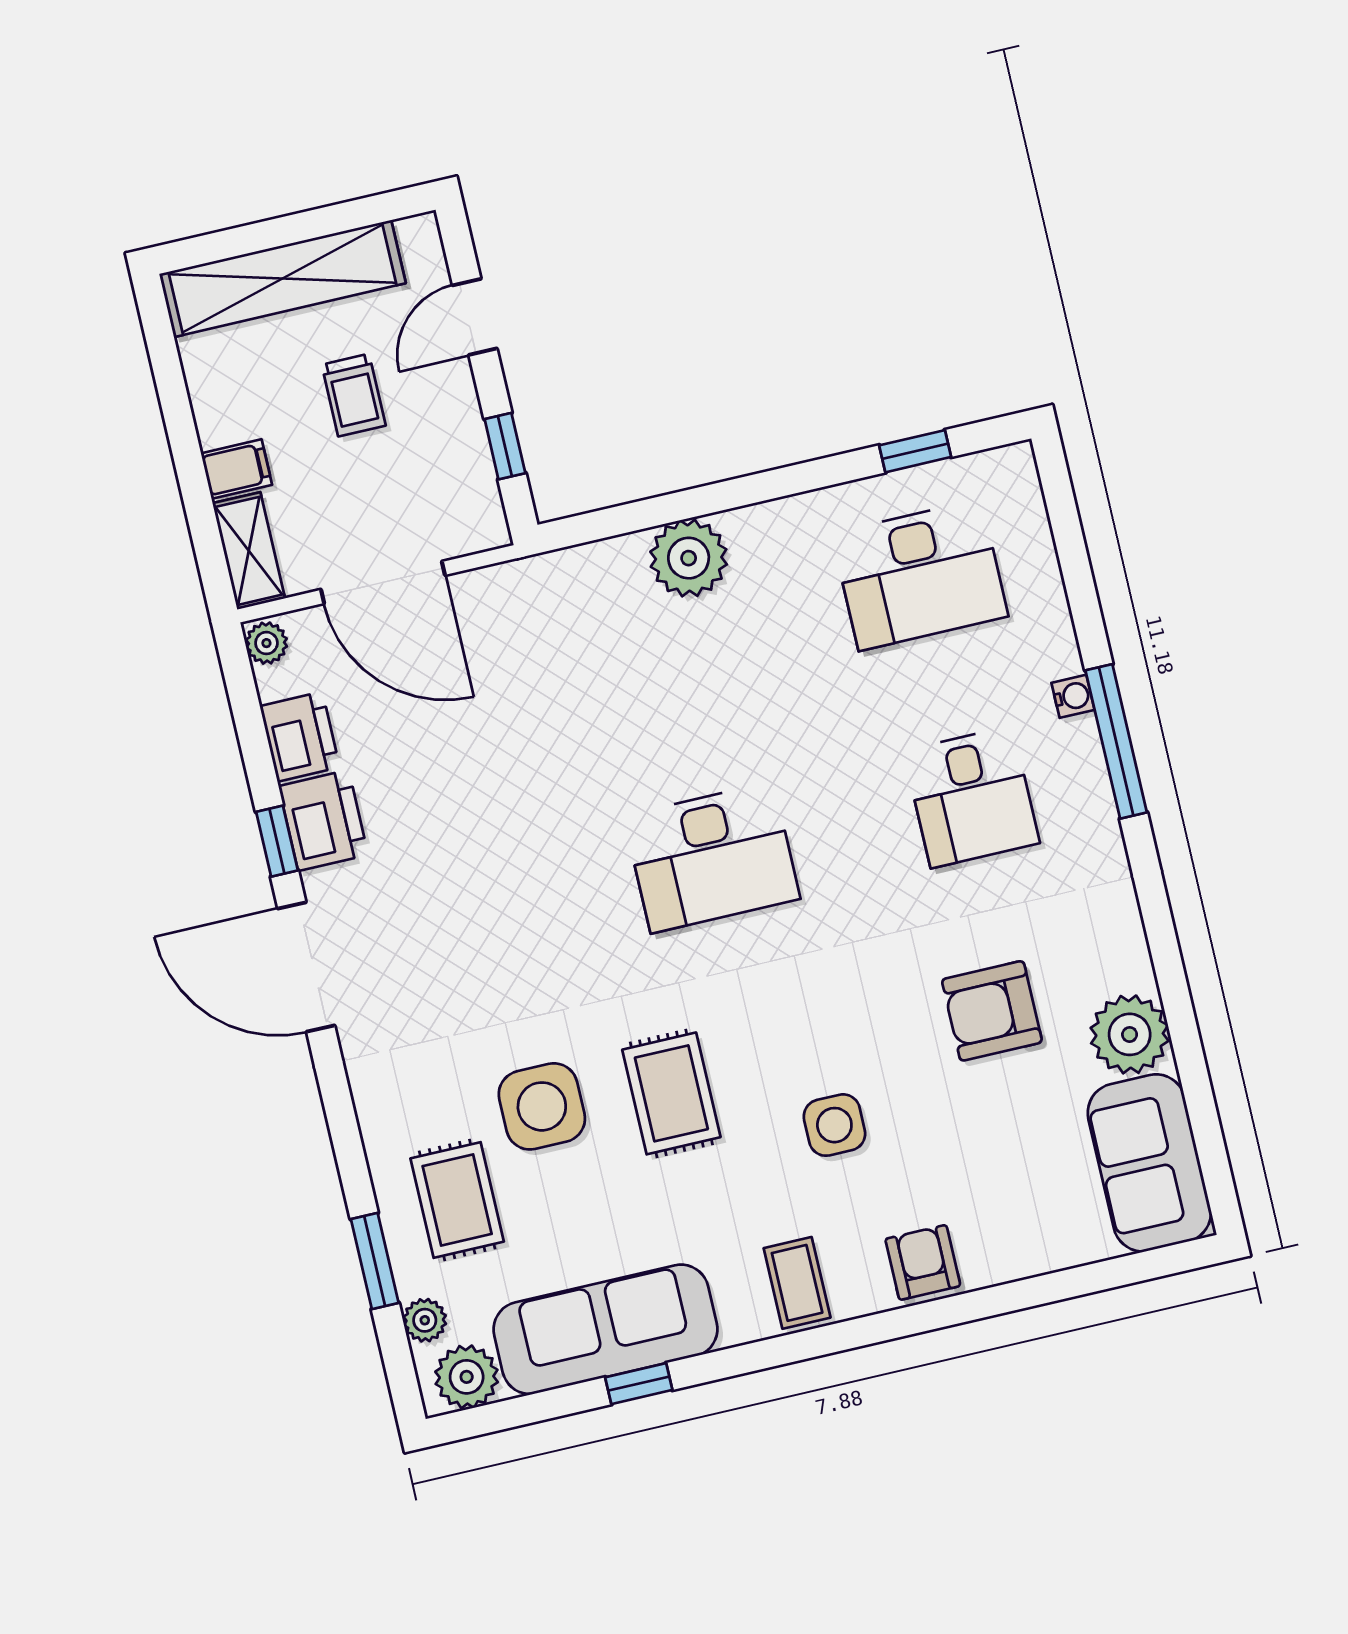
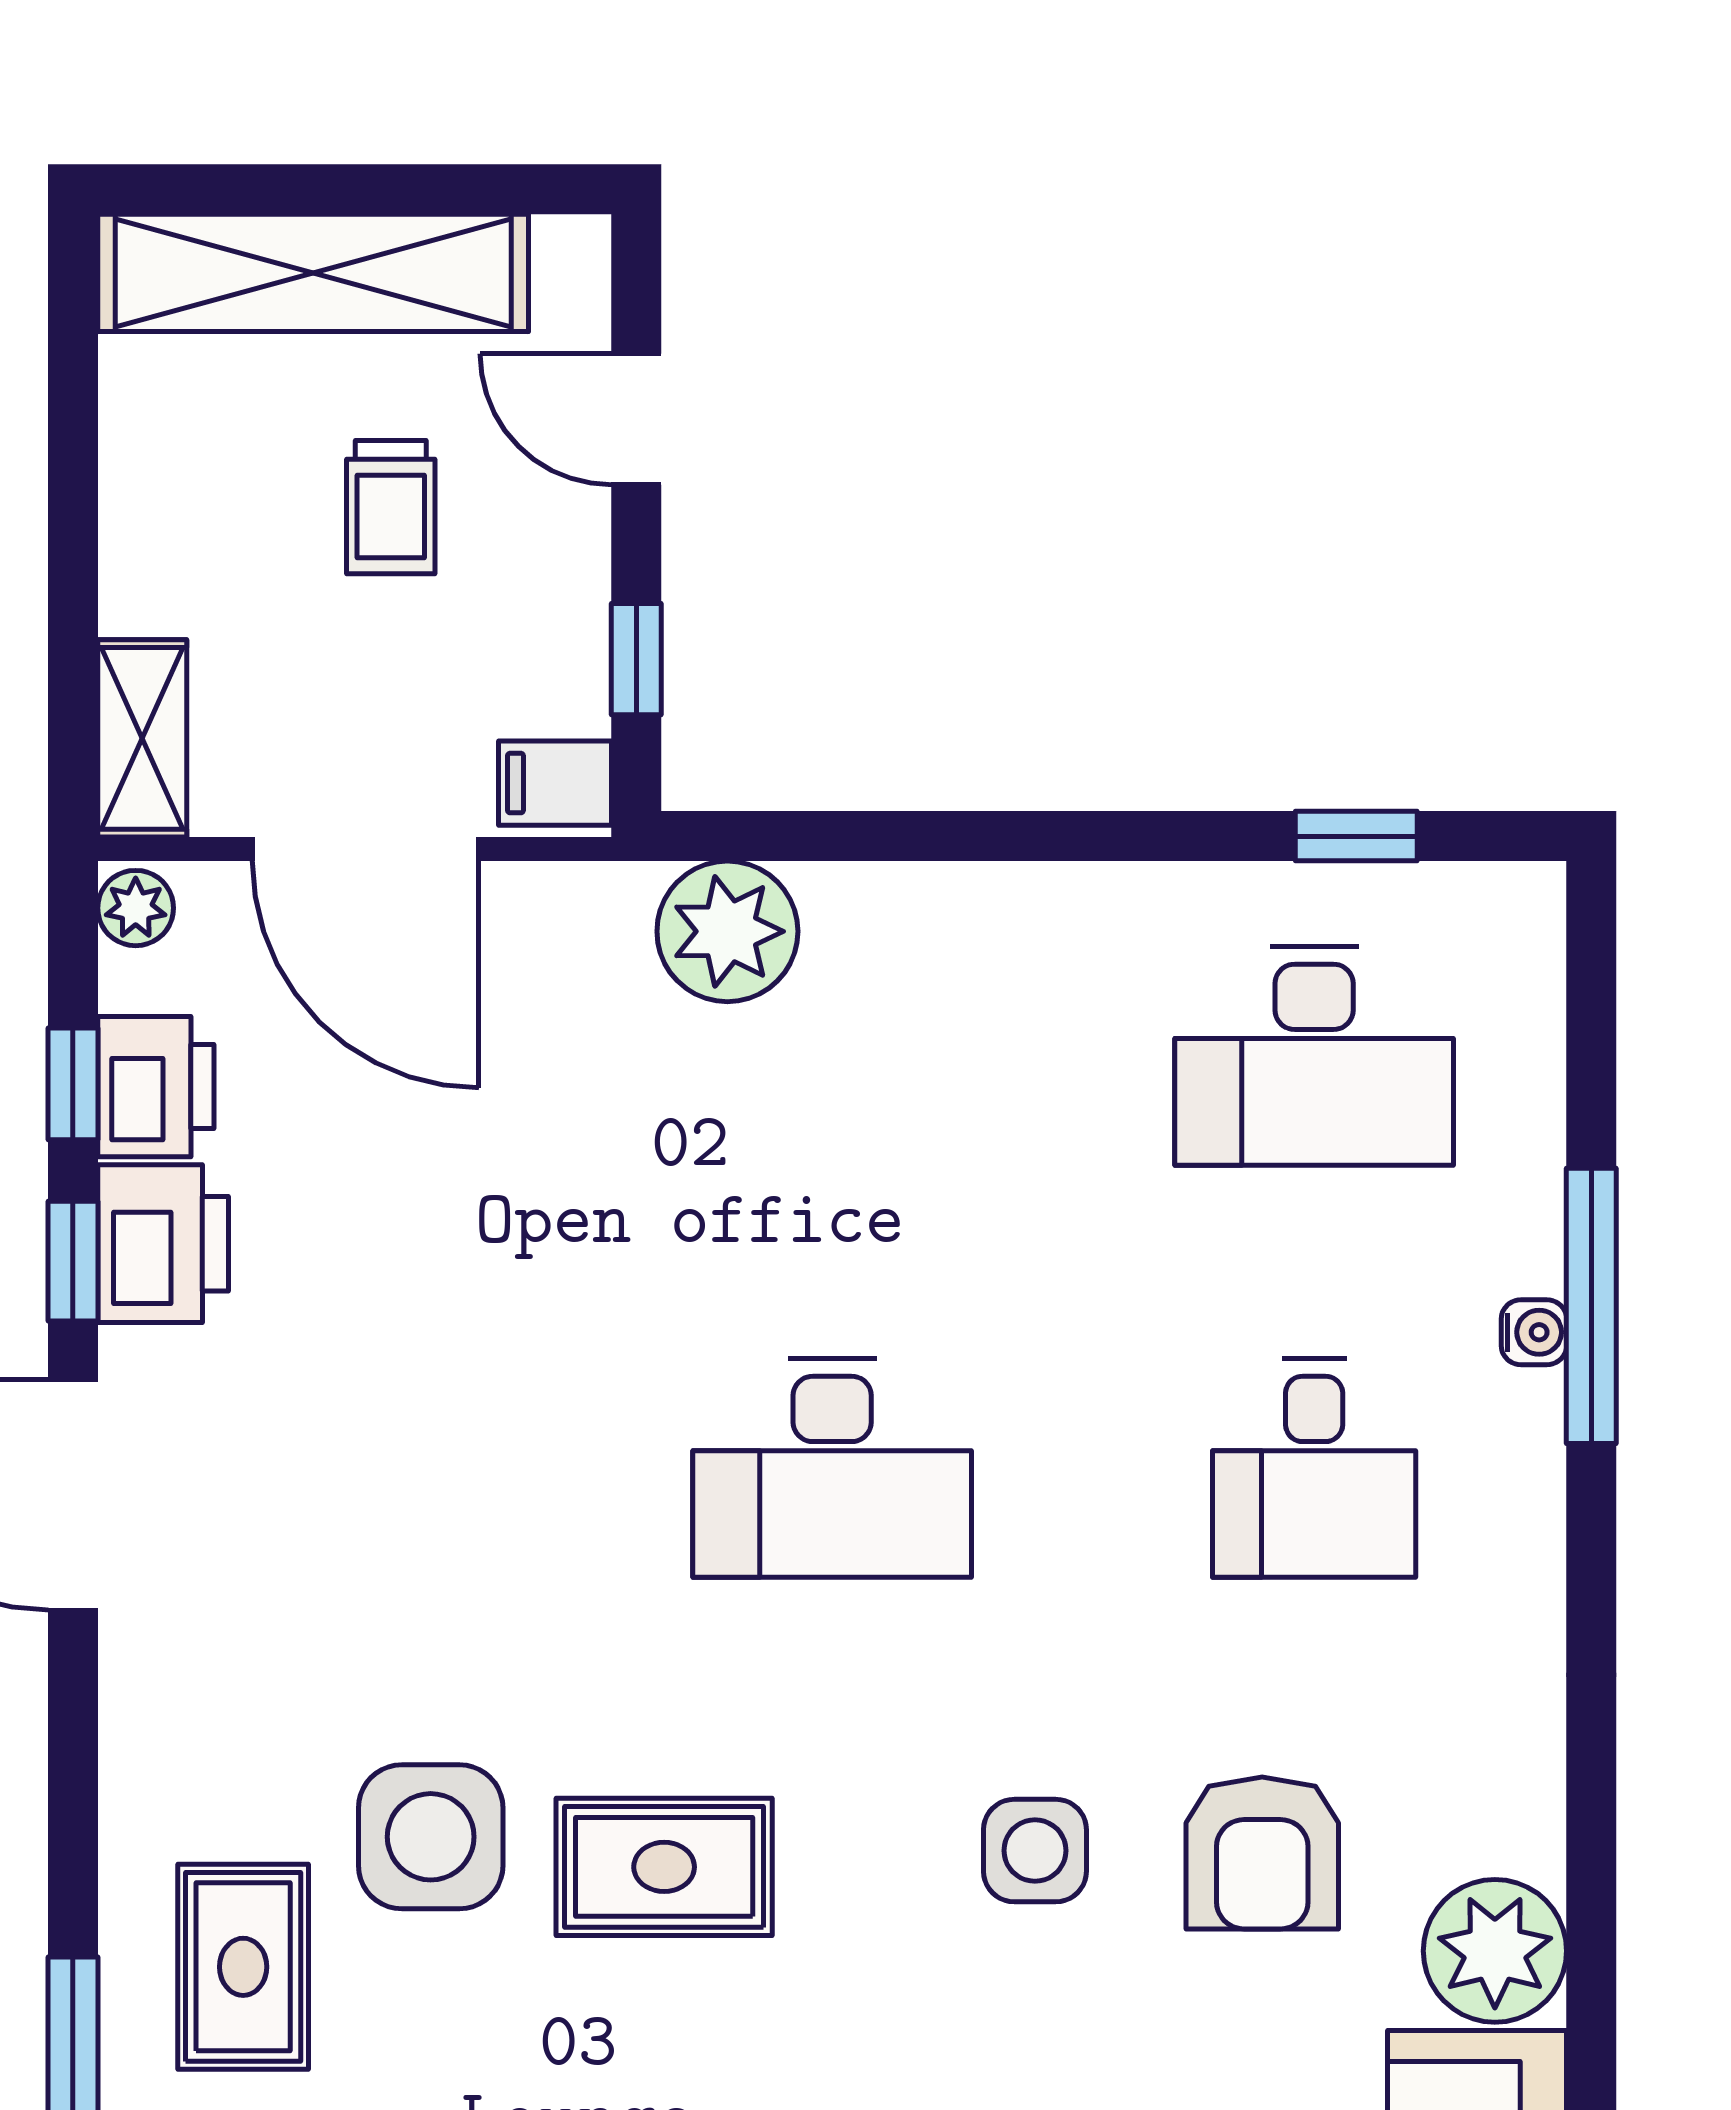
door: (475, 317) -> (636, 419), hinge flipped
filing cabinet: (237, 469) -> (555, 783), moved, turned 180
plant: (689, 558) -> (727, 931), moved
window: (1116, 741) -> (1591, 1306), moved
window: (255, 746) -> (73, 1084), added
armchair: (992, 1011) -> (1262, 1853), turned -90
rug: (671, 1093) -> (664, 1867), turned 90
side table: (834, 1125) -> (1035, 1851), moved

